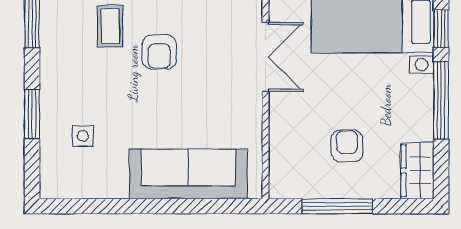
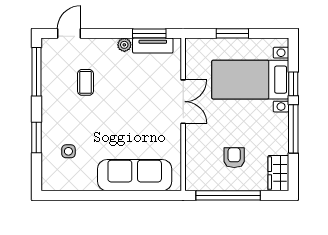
armchair: (159, 52) -> (116, 98), removed
window: (337, 206) -> (228, 195), width x1.46

